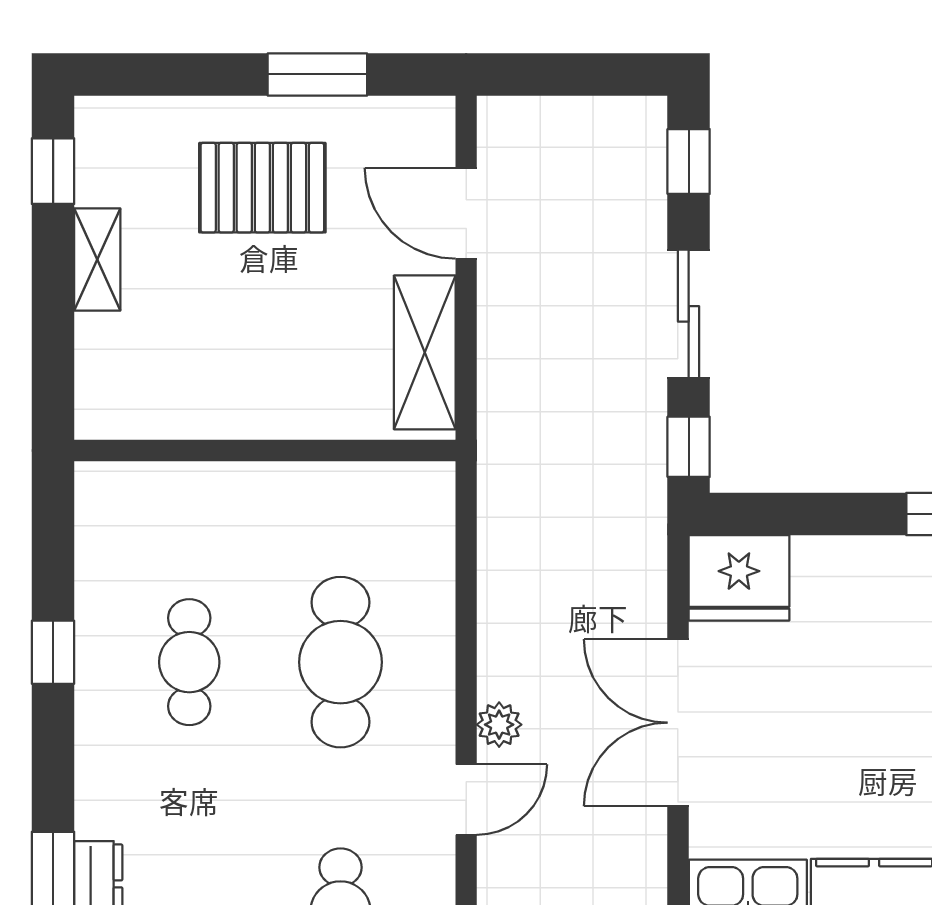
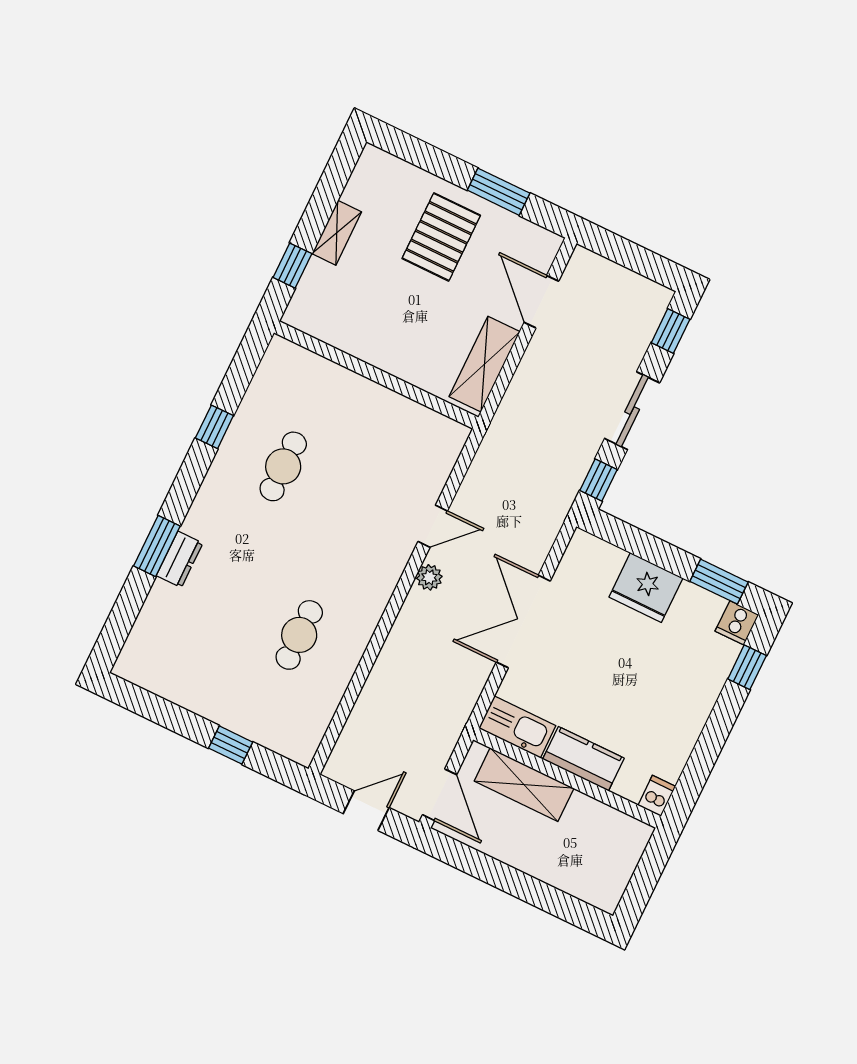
window: (53, 171) -> (292, 266), moved
pallet: (262, 188) -> (441, 237), turned 90
fridge: (739, 578) -> (646, 587), moved
cafe table: (340, 662) -> (362, 505), removed
door: (466, 800) -> (433, 526), moved

